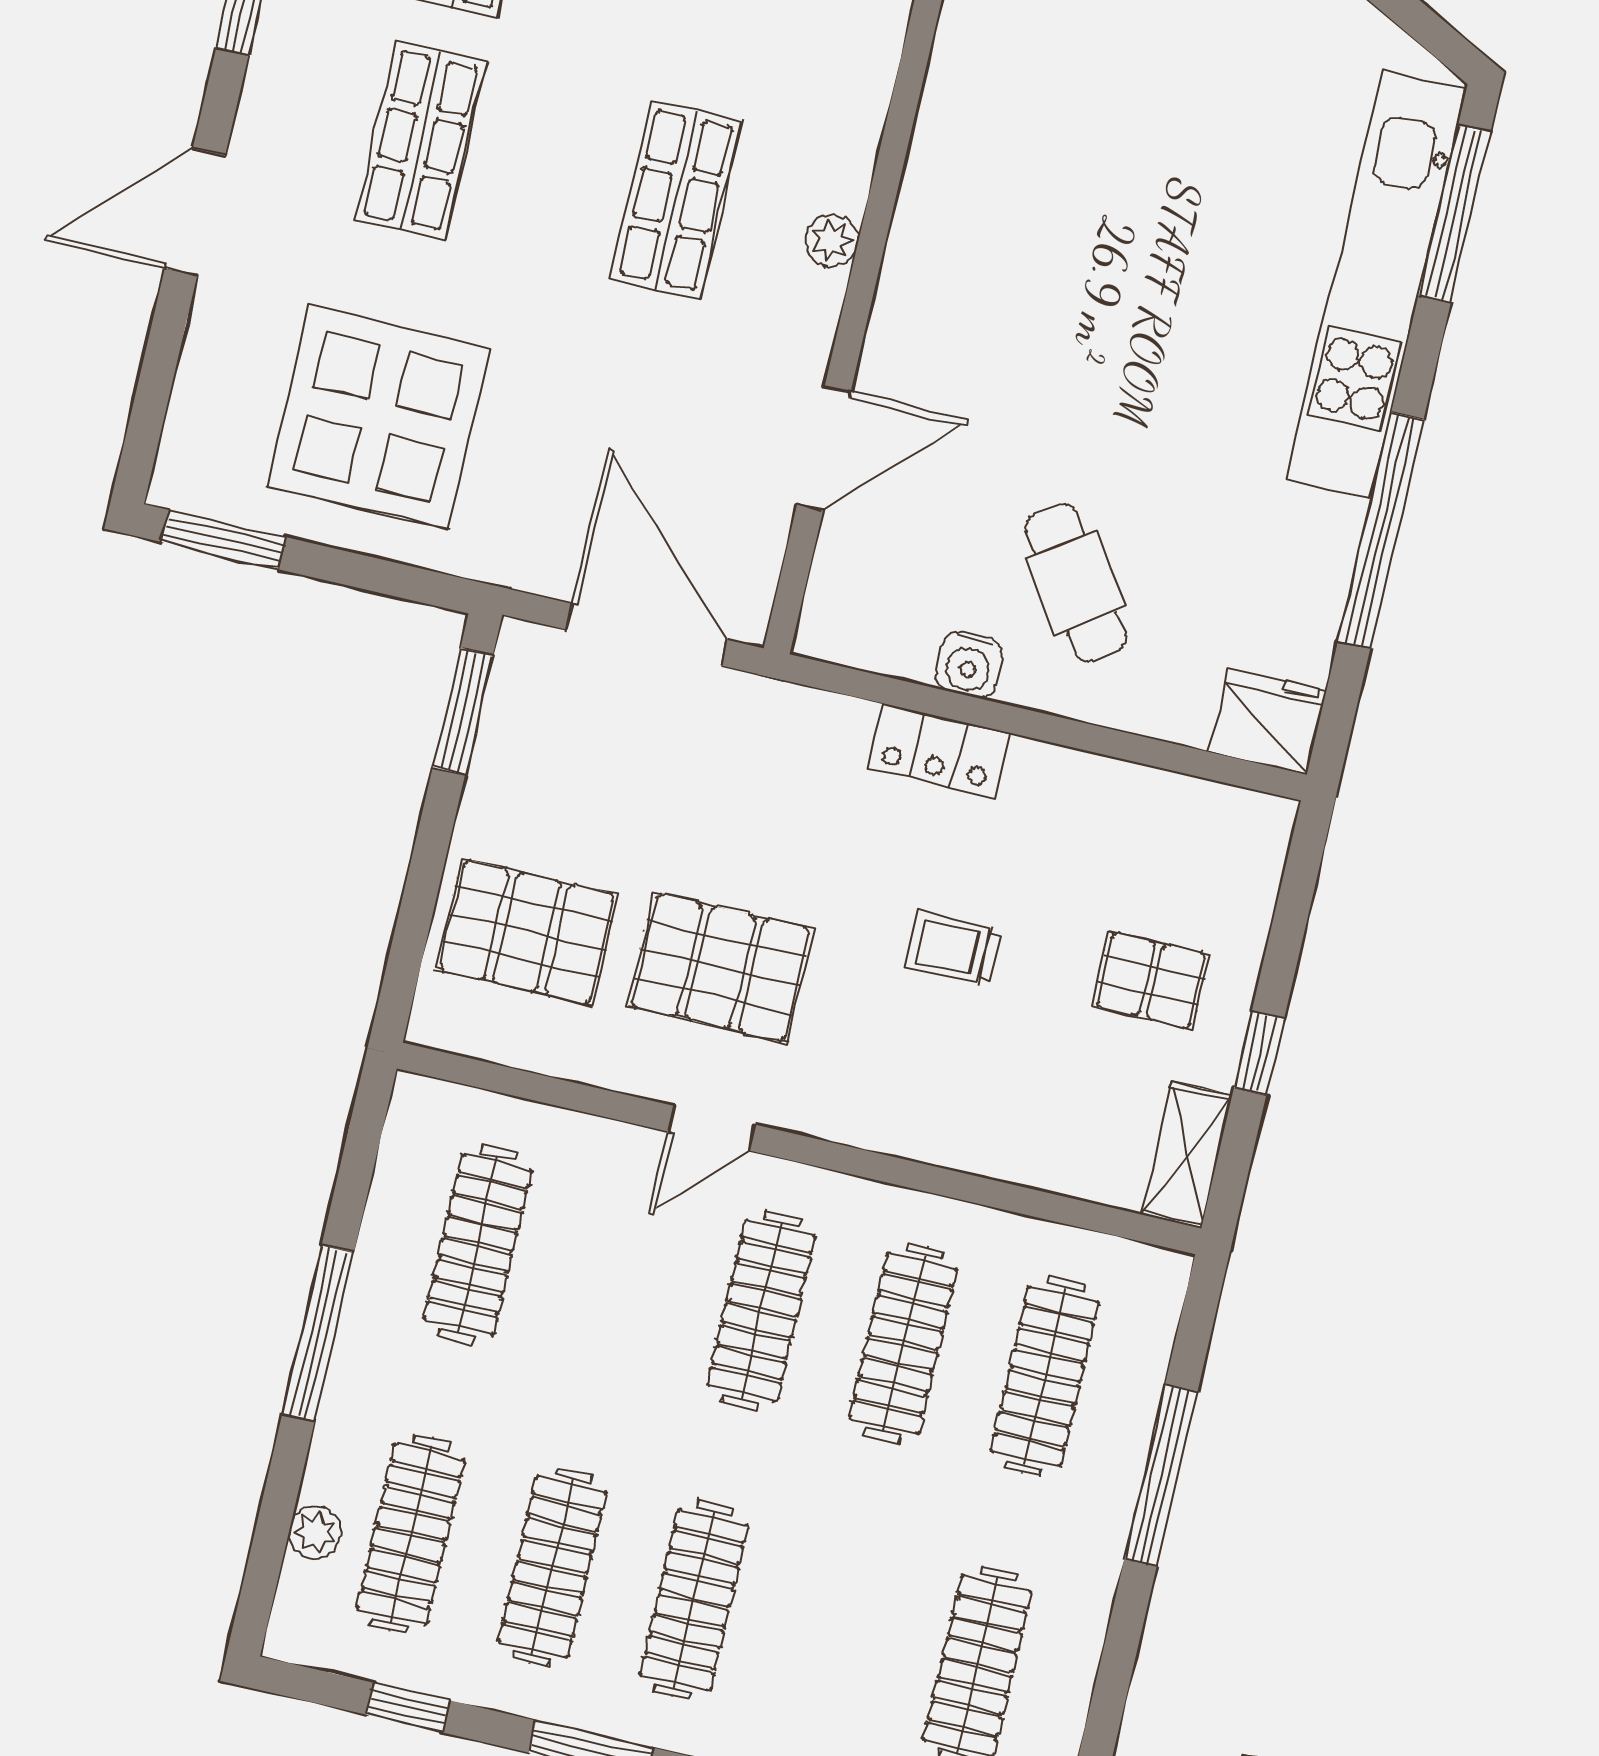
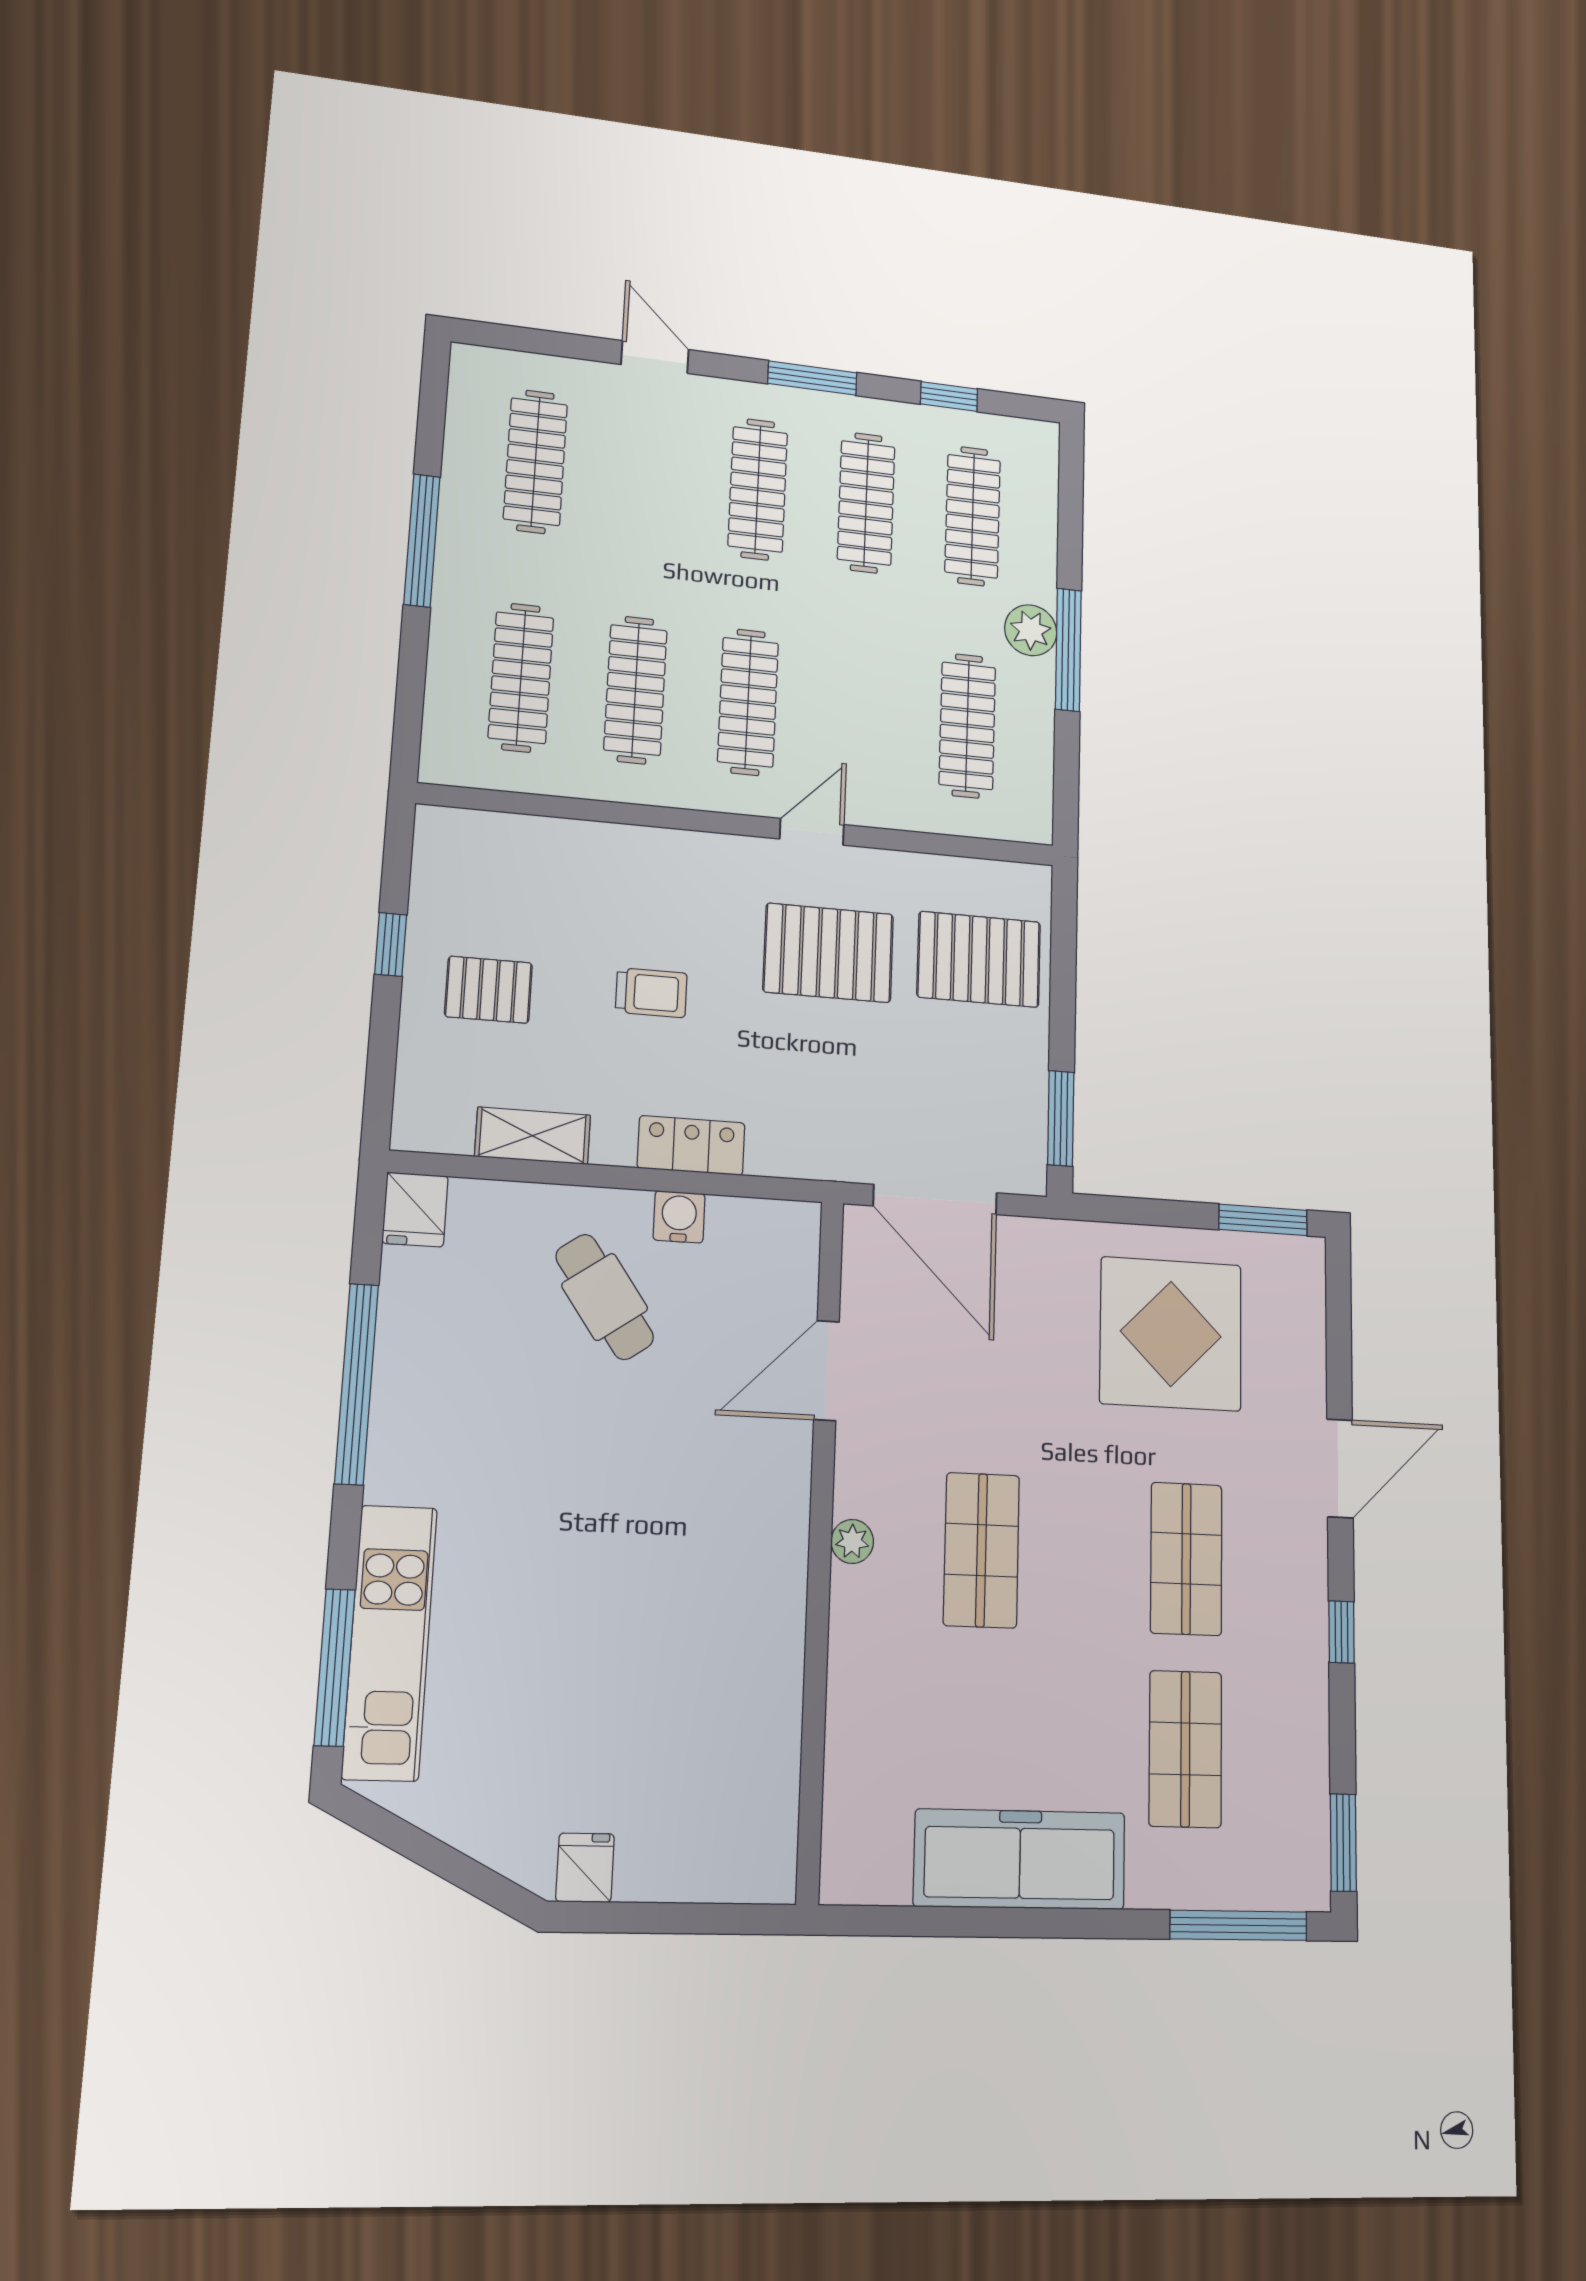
kitchen unit: (1377, 284) -> (390, 1642), width x0.73
fridge: (1268, 721) -> (415, 1210), width x0.72
shelving: (1187, 1155) -> (533, 1136), moved, turned 90
window: (1161, 1475) -> (422, 540), moved
plant: (315, 1533) -> (1031, 630), moved, width x1.38, depth x1.38

